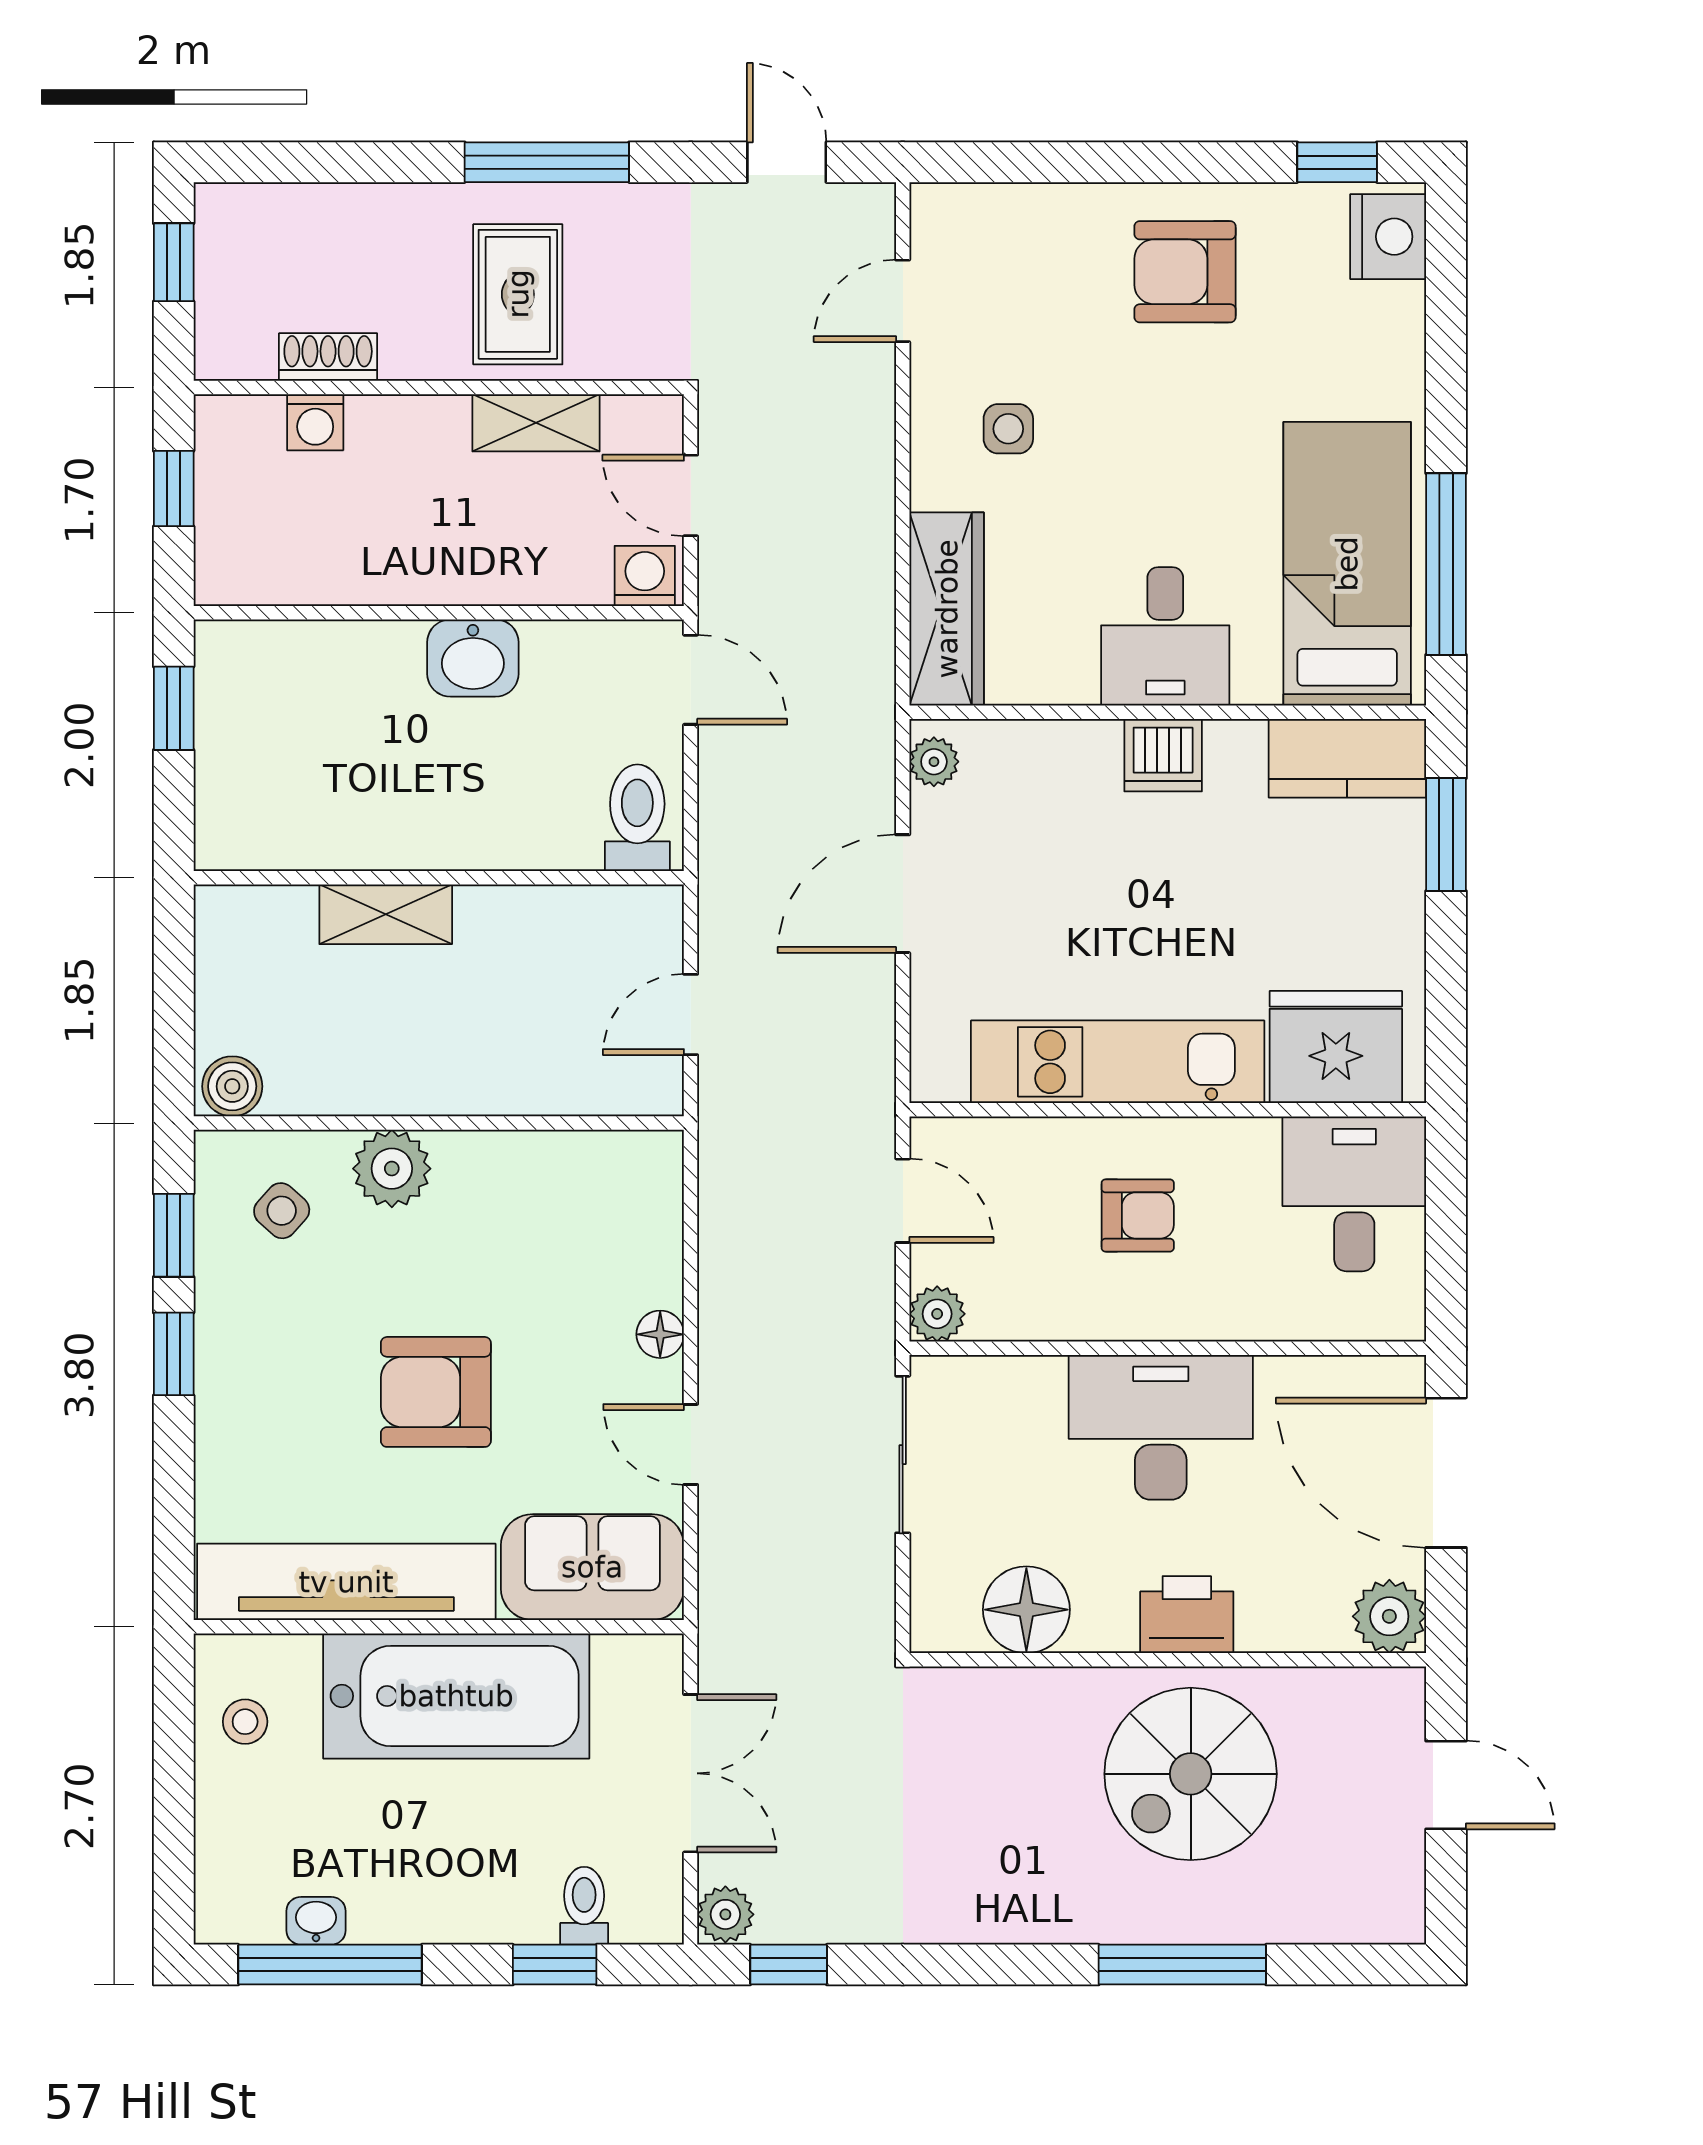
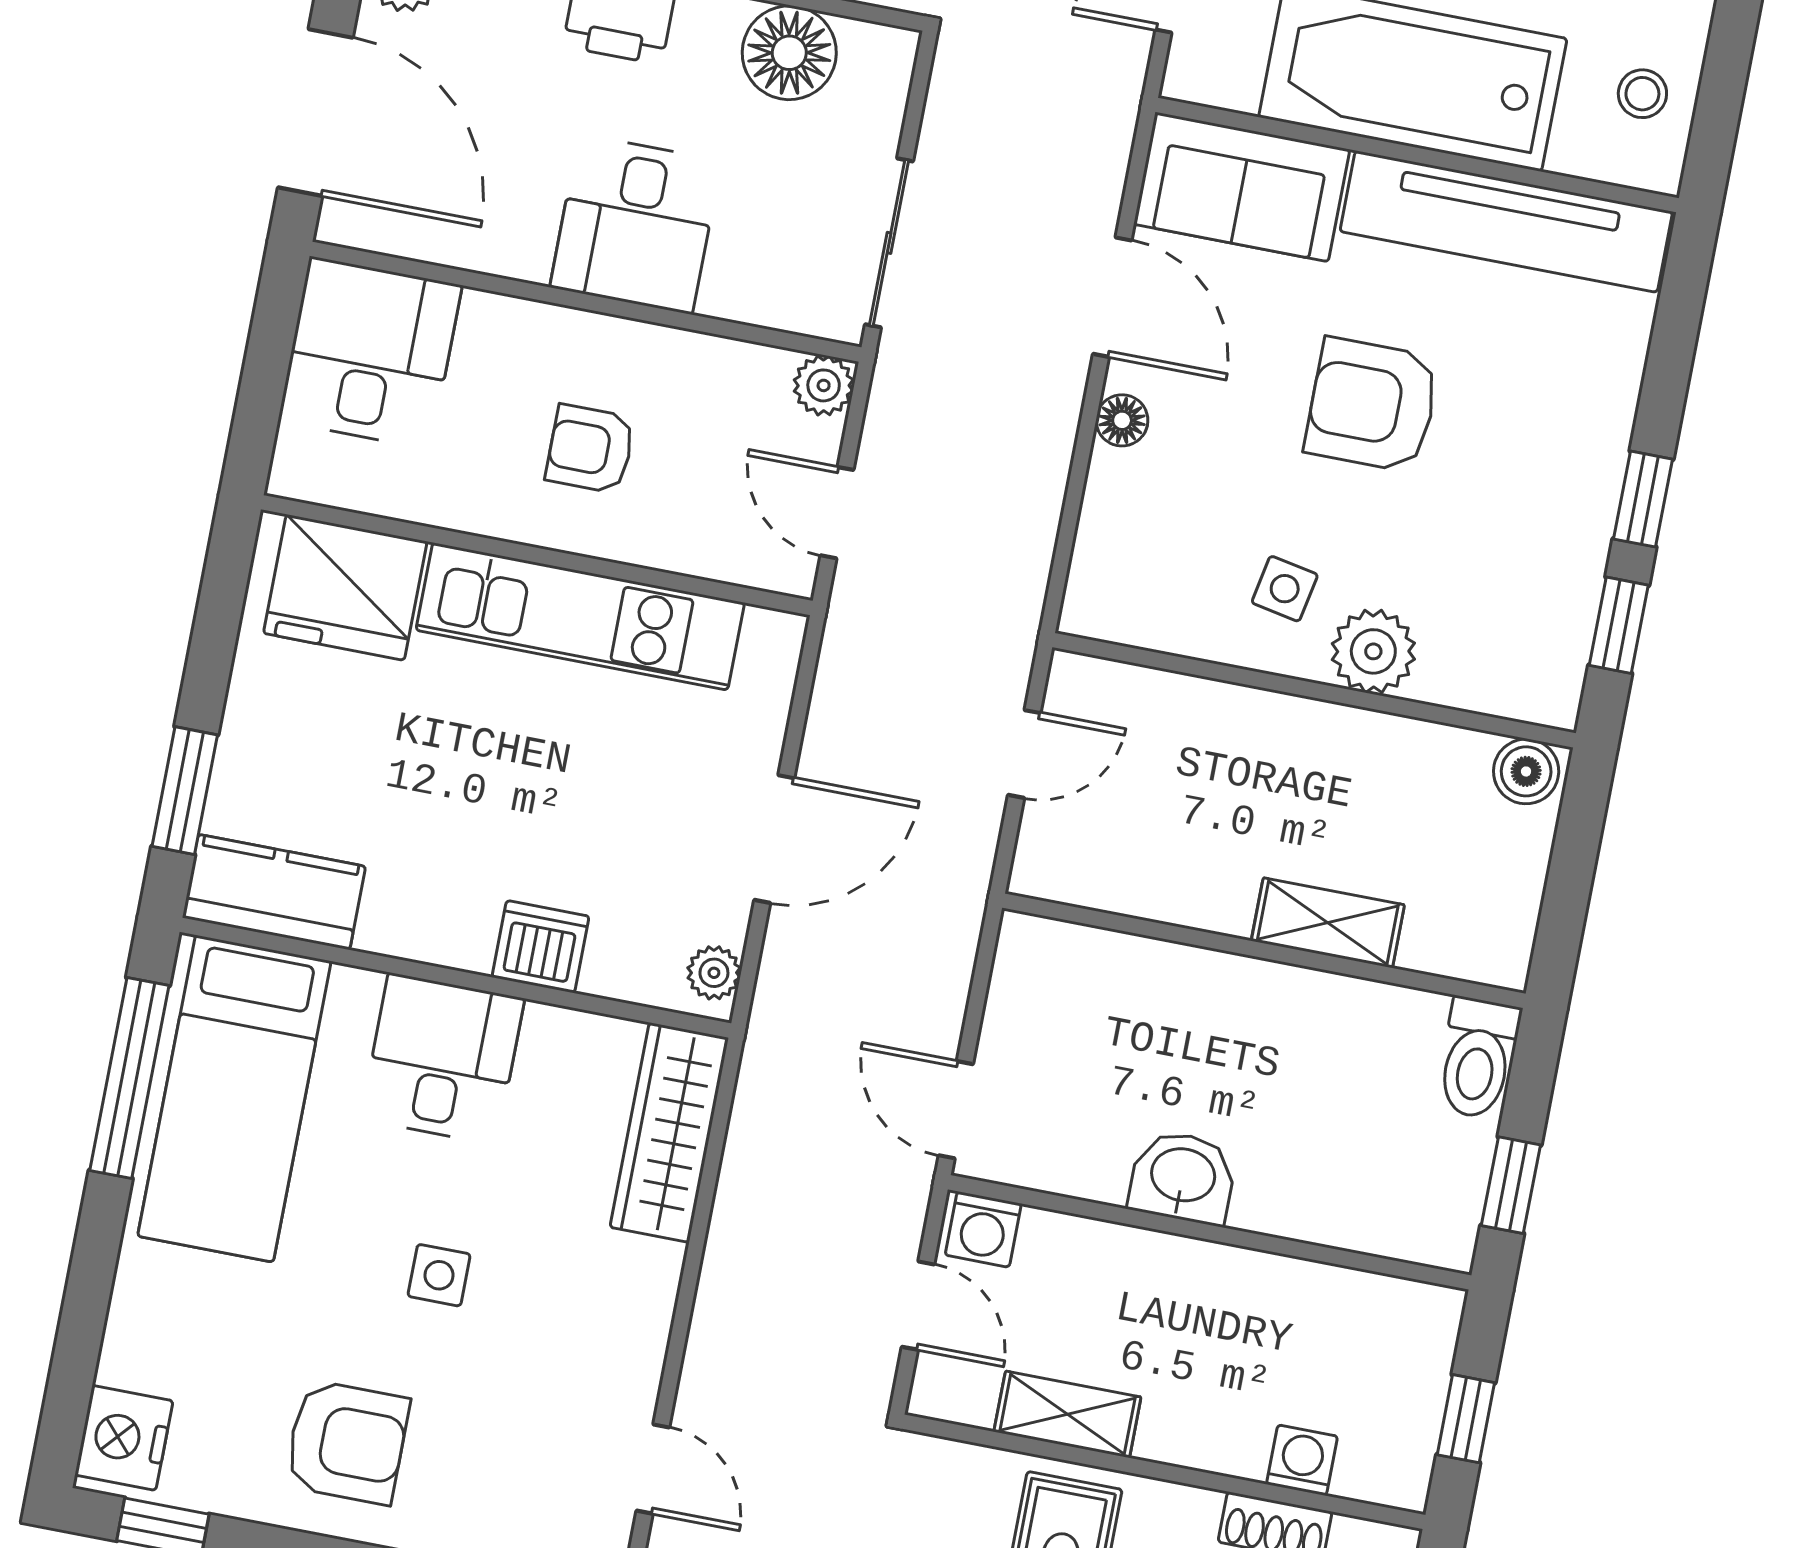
door: (903, 301) -> (653, 1469), hinge flipped
side table: (1008, 429) -> (439, 1275), moved
dishwasher: (1163, 755) -> (541, 947), moved
toilet: (637, 818) -> (1478, 1058), moved
desk: (1354, 1194) -> (370, 353), moved, turned 180
side table: (282, 1211) -> (1285, 589), moved, turned -31
armchair: (436, 1392) -> (1372, 405), turned 180
desk: (1161, 1427) -> (636, 224), width x0.73
door: (691, 1444) -> (1112, 297), width x1.38

